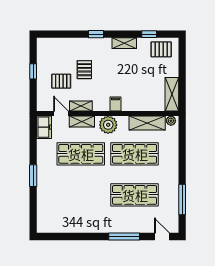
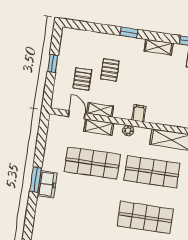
pallet: (61, 81) -> (82, 79), turned 90
plant: (108, 125) -> (128, 130), width x0.53, depth x0.53
freezer: (44, 127) -> (47, 184), moved

